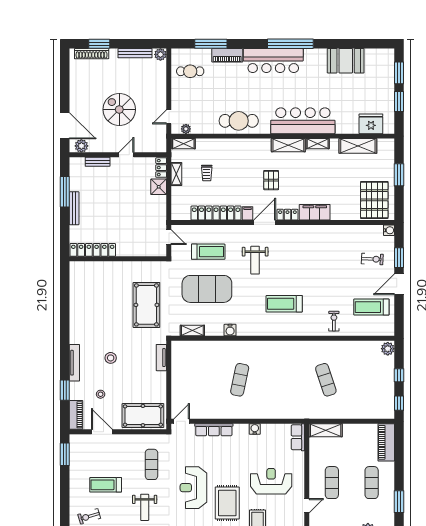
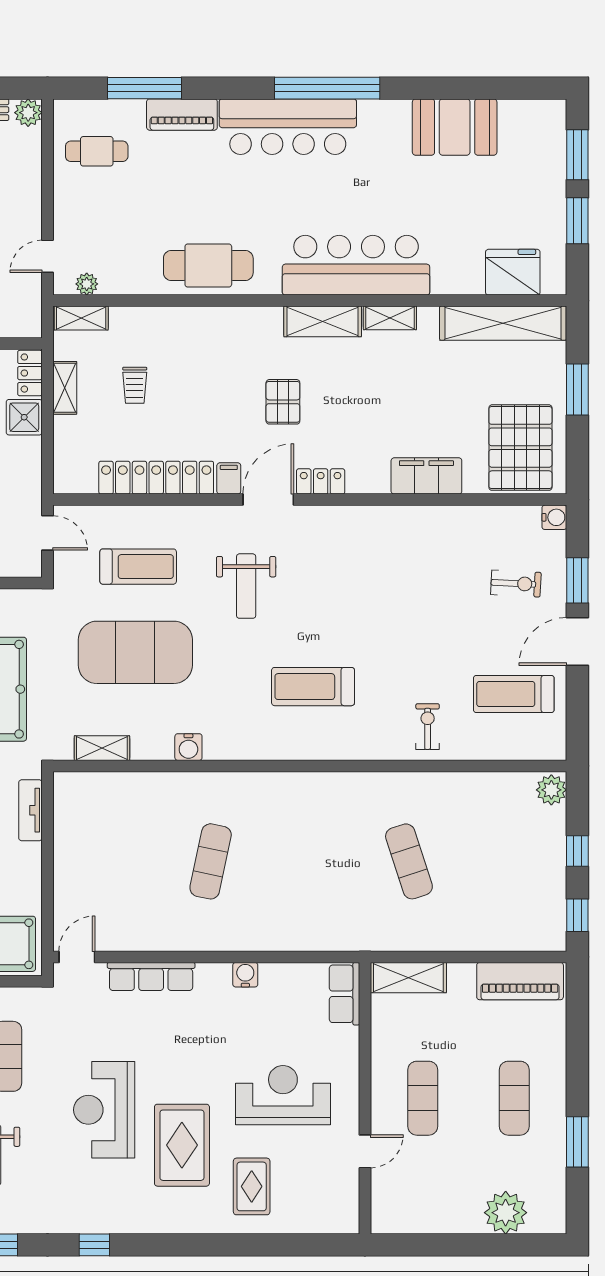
shelving: (358, 146) -> (503, 323), width x1.47
filing cabinet: (315, 212) -> (426, 476), moved
piano: (386, 442) -> (520, 981), moved, turned -90

